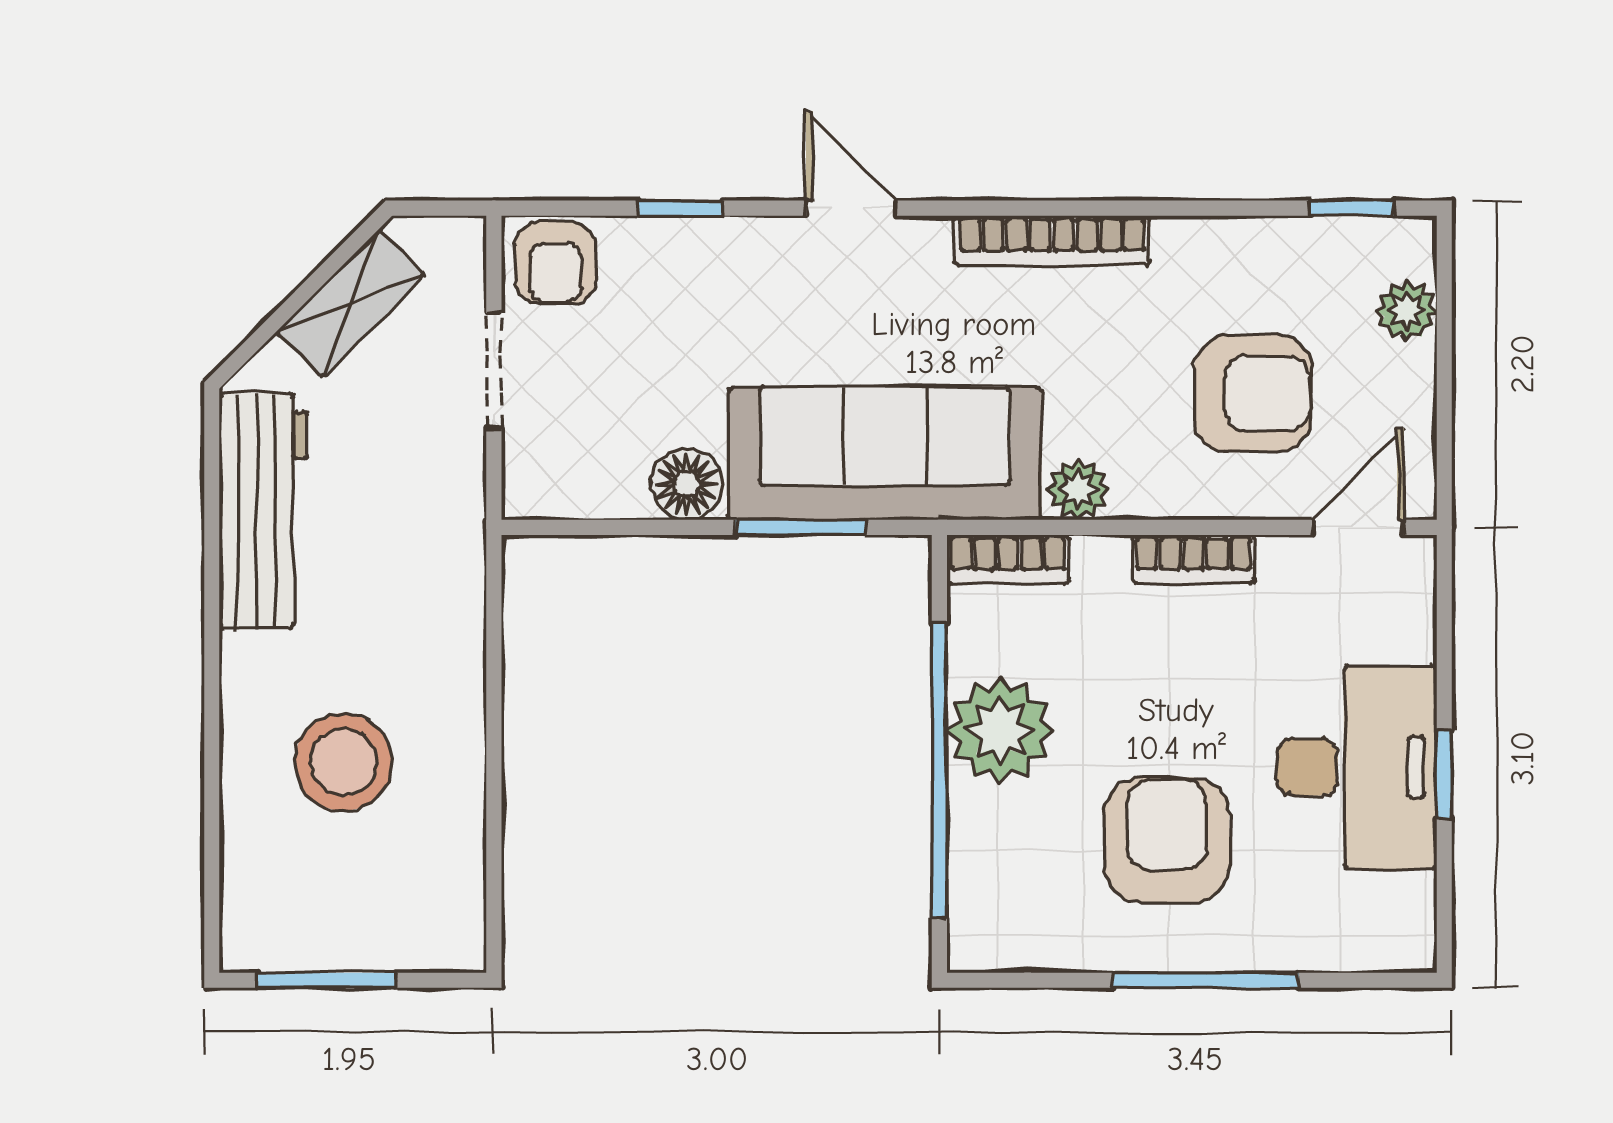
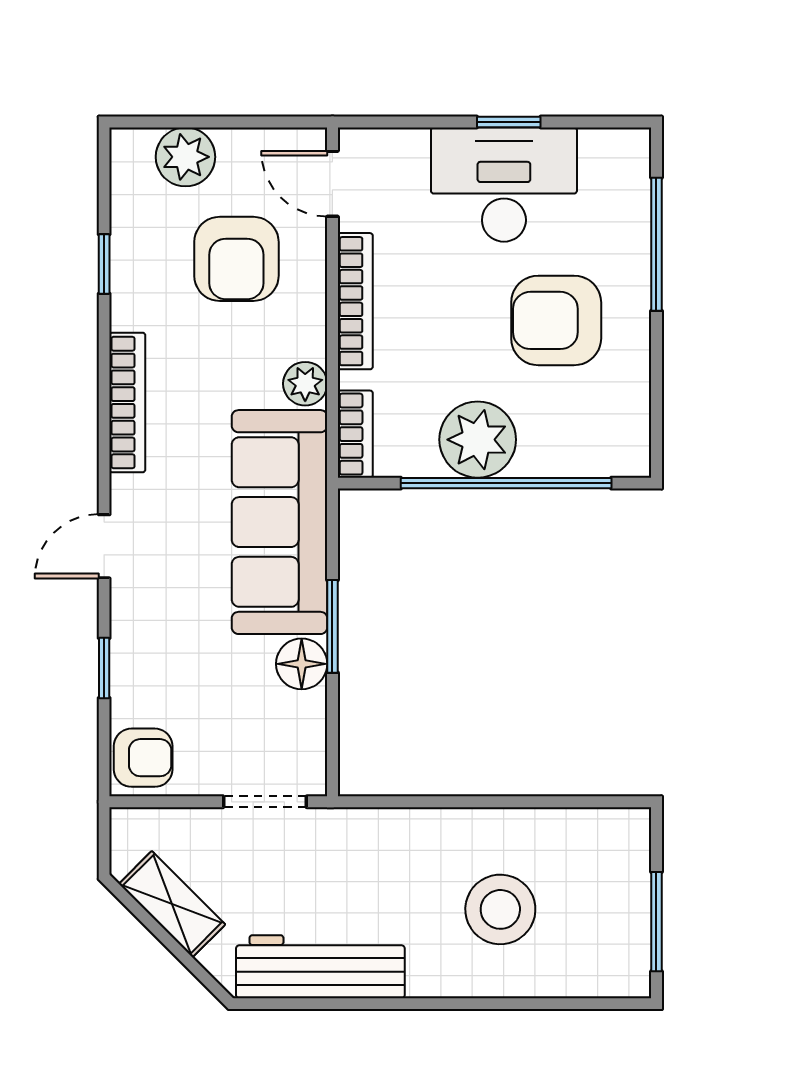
window: (1352, 208) -> (104, 264), moved
plant: (1407, 311) -> (185, 157), width x1.38, depth x1.38
doorway: (494, 371) -> (265, 802), moved
armchair: (1253, 393) -> (236, 259), turned 180
window: (800, 527) -> (332, 626), moved
bookcase: (1194, 559) -> (355, 301), width x1.56
window: (1205, 980) -> (656, 244), moved

